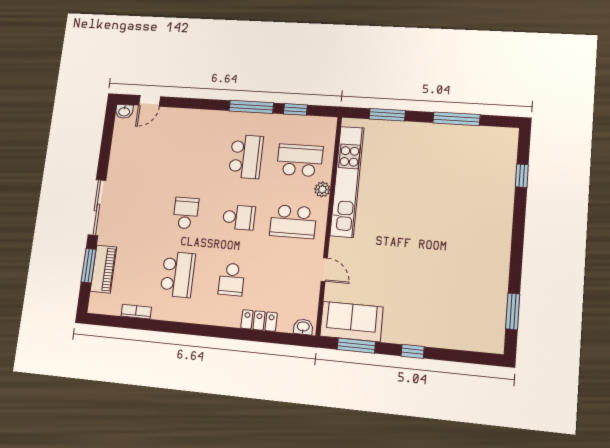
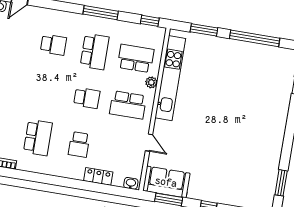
window: (295, 109) -> (150, 21), moved
window: (456, 119) -> (255, 38), width x1.46
school desk: (186, 213) -> (53, 45), moved, turned 90

